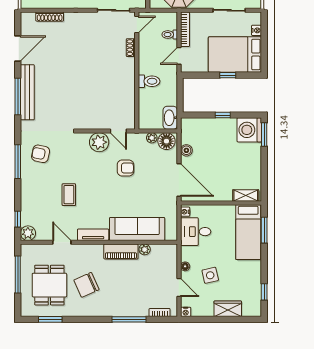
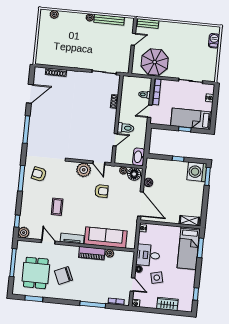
door: (137, 24) -> (115, 140), moved
bed: (235, 55) -> (191, 119), width x0.67
bench: (27, 92) -> (34, 127), removed
desk: (196, 232) -> (148, 255), moved

